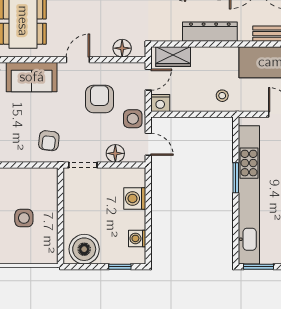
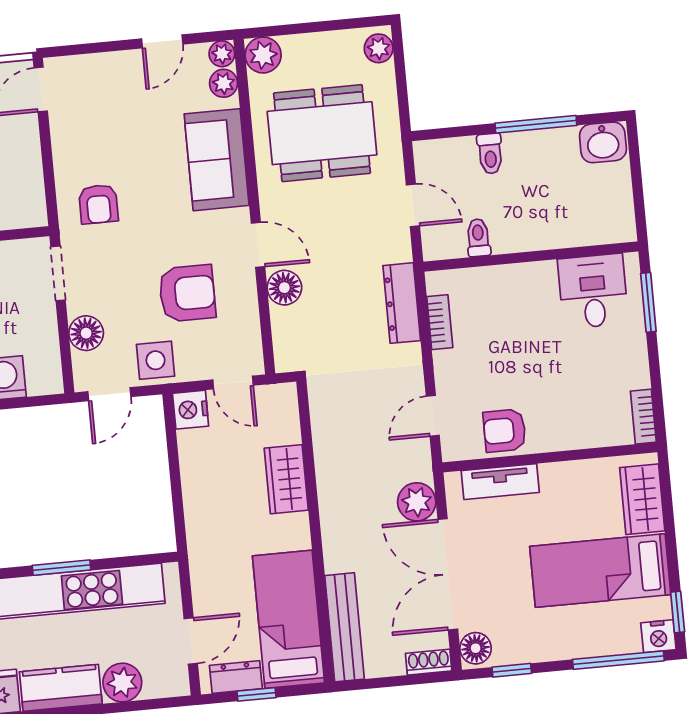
dresser: (210, 32) -> (335, 492), removed
floor lamp: (122, 48) -> (284, 288), moved
wardrobe: (173, 57) -> (286, 479), moved
stool: (222, 96) -> (216, 527), removed
armchair: (49, 141) -> (98, 204), turned -97

